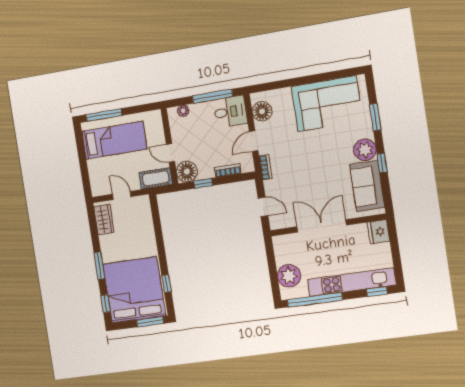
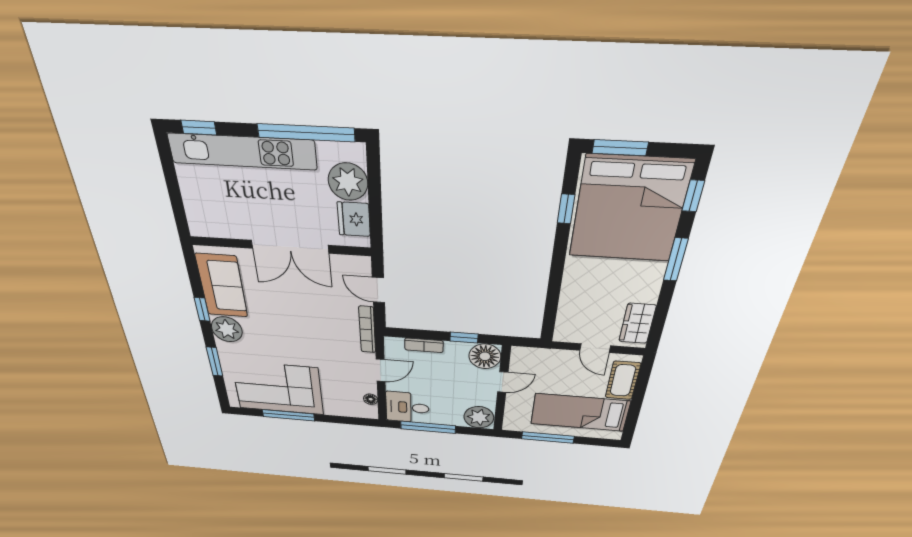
window: (318, 78) -> (288, 415), added
plant: (183, 111) -> (479, 417), width x1.88, depth x1.88
floor lamp: (262, 111) -> (371, 399), width x0.53, depth x0.53
window: (104, 115) -> (548, 438), moved
door: (171, 153) -> (503, 382), hinge flipped
bookcase: (266, 167) -> (367, 330), width x1.56
cot: (156, 178) -> (623, 380), moved, turned 90
fridge: (379, 232) -> (354, 219), moved, turned 180

